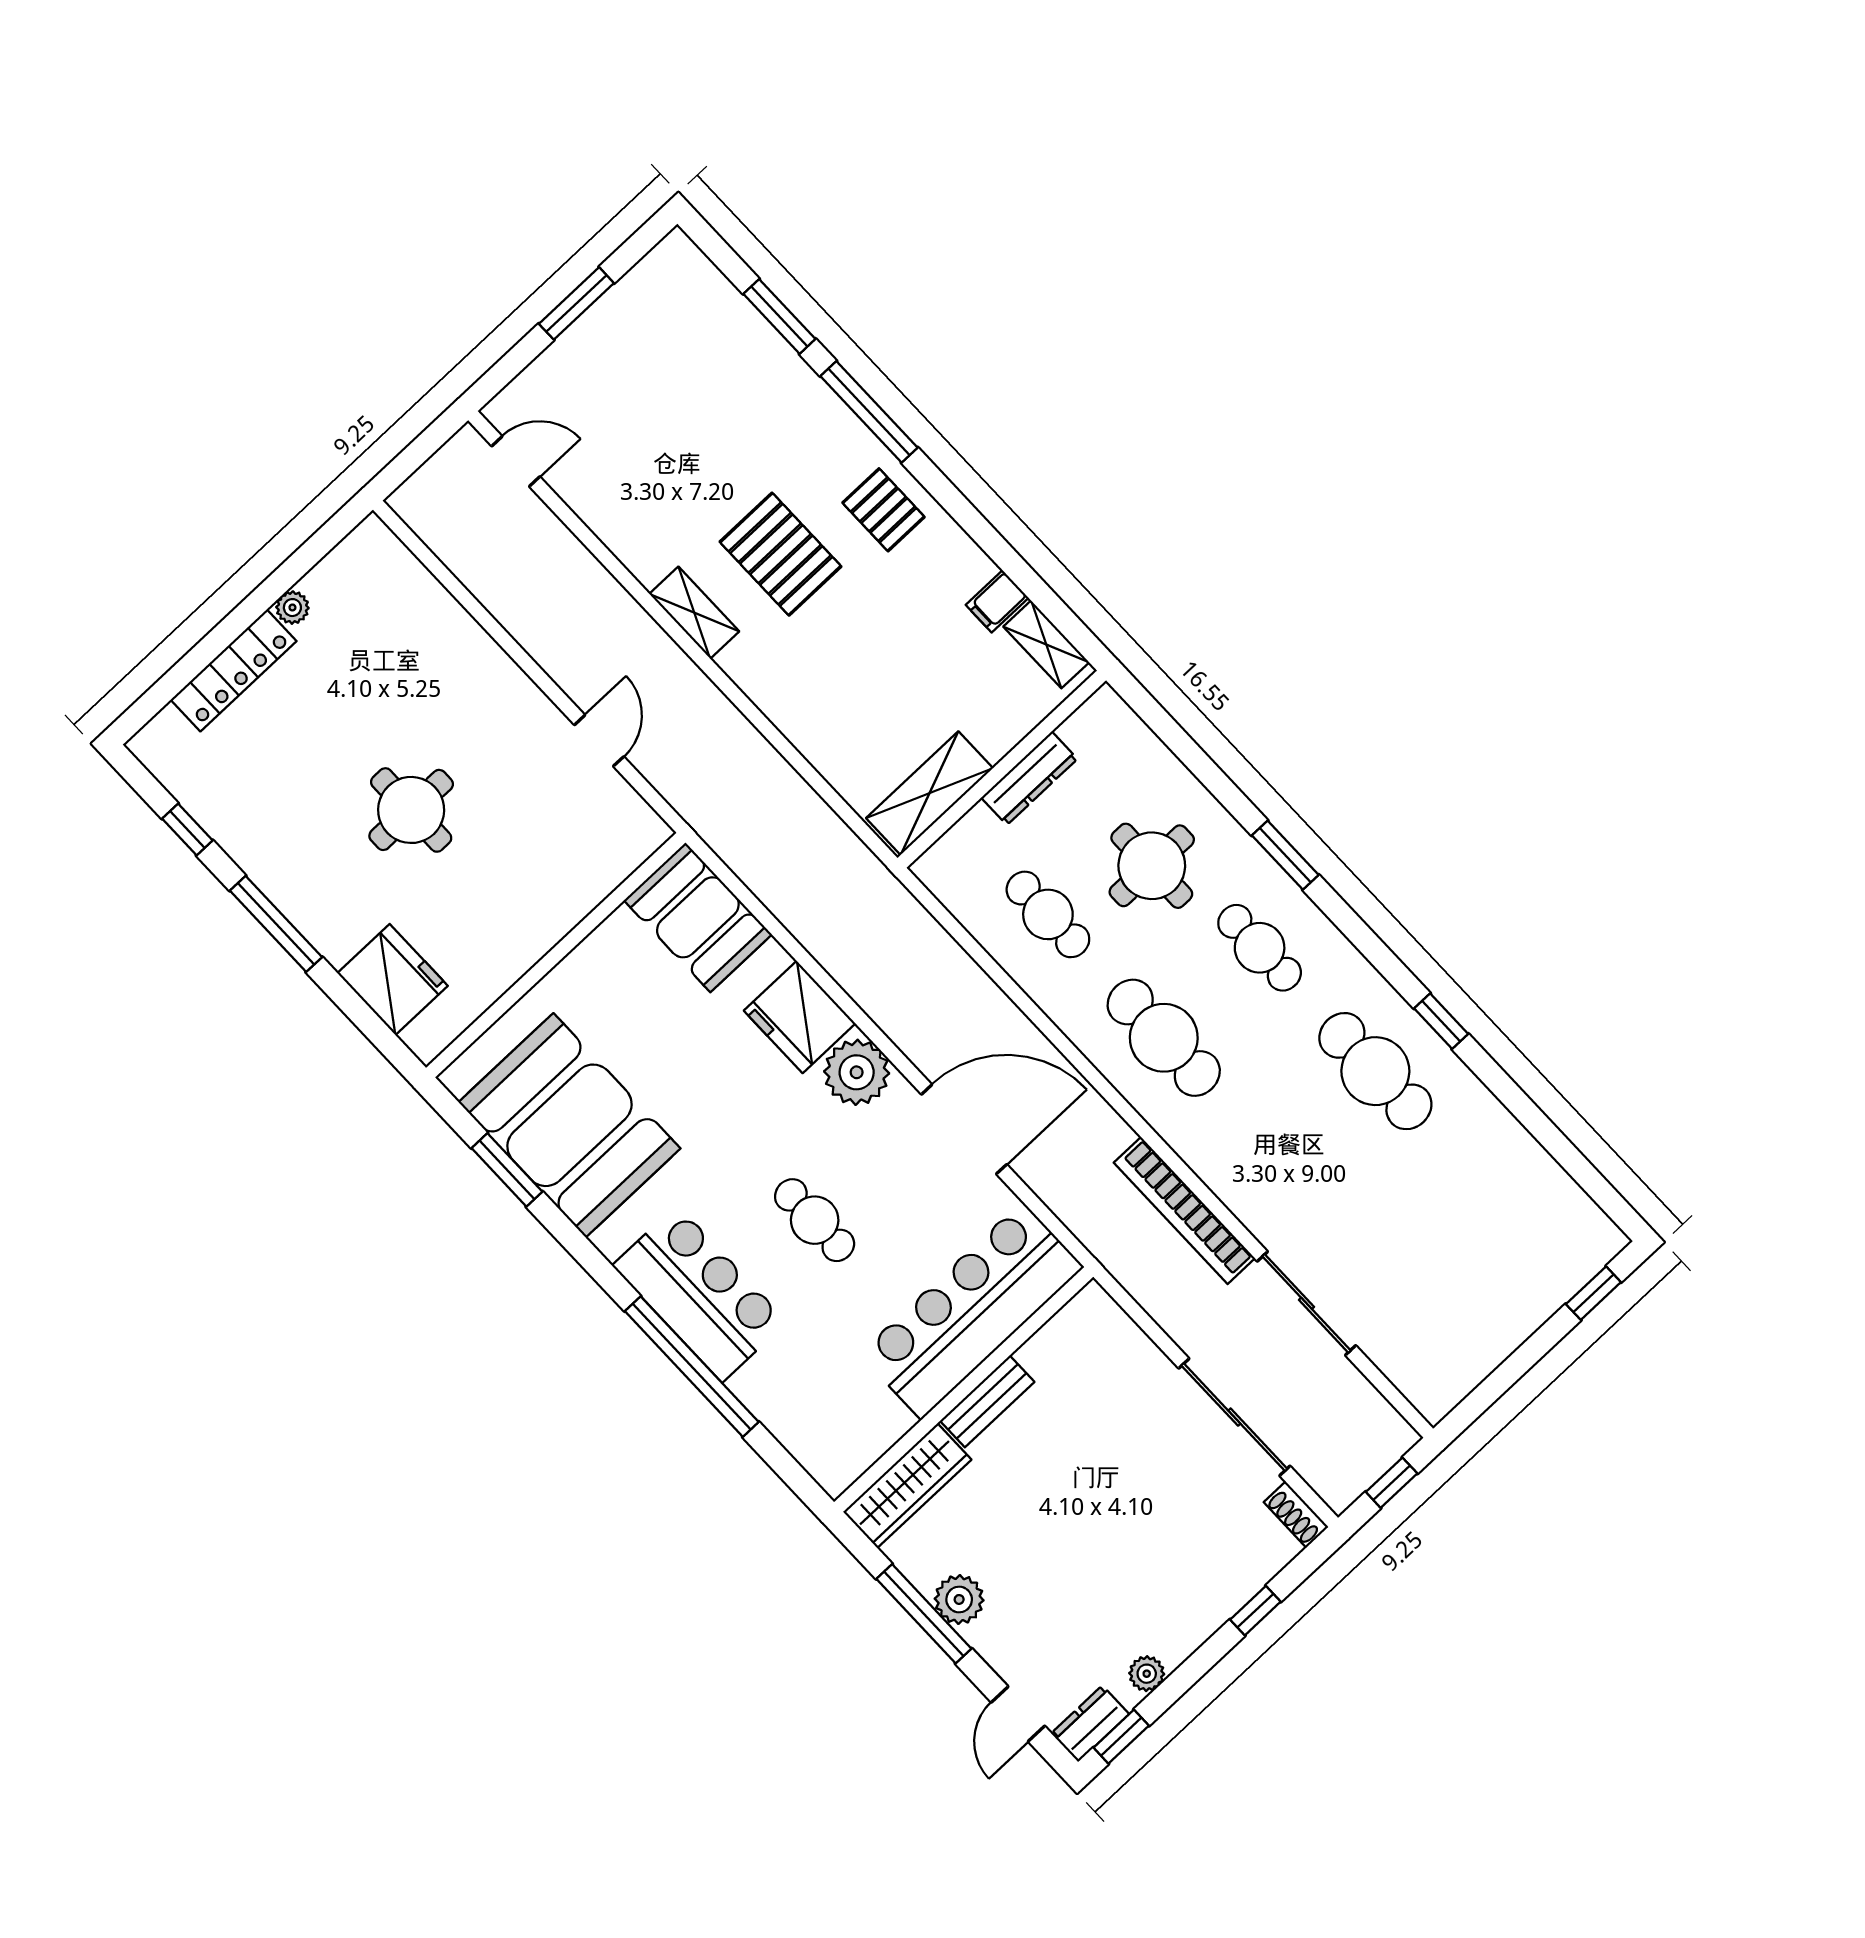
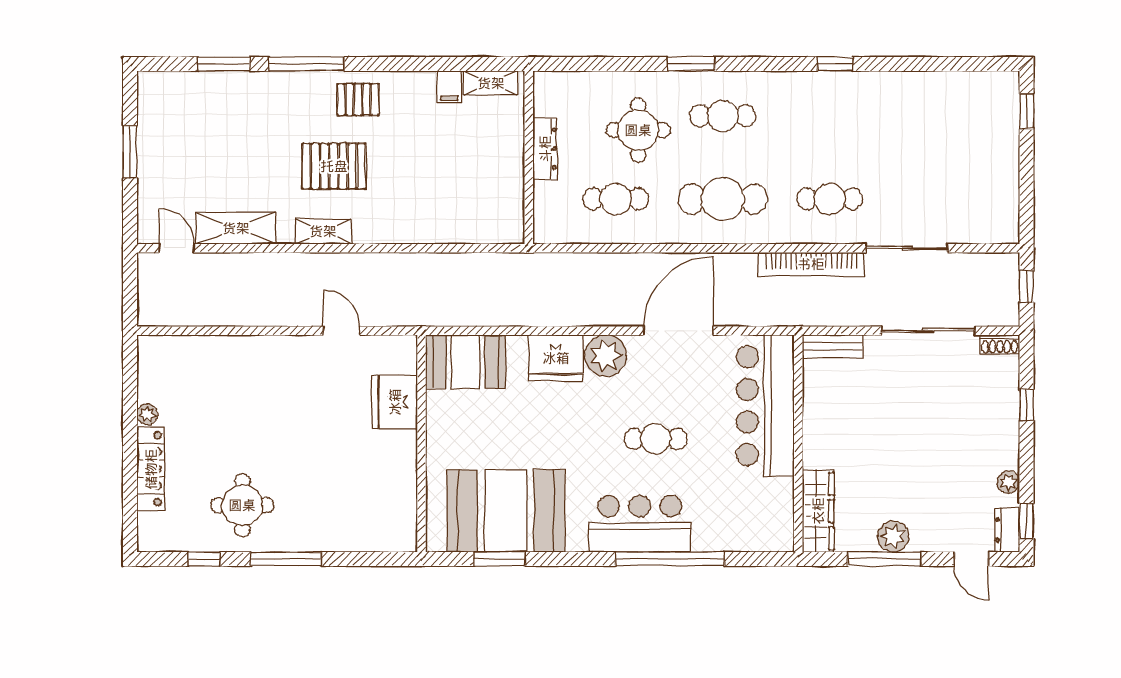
door: (516, 461) -> (177, 248), hinge flipped
shelving: (930, 793) -> (236, 228), moved, turned 90
round table: (411, 810) -> (242, 505), moved
fridge: (393, 979) -> (395, 402), moved, turned -90
cafe table: (1375, 1071) -> (830, 199), moved, width x0.73, depth x0.74
bench: (987, 1401) -> (833, 346), moved, turned 90

